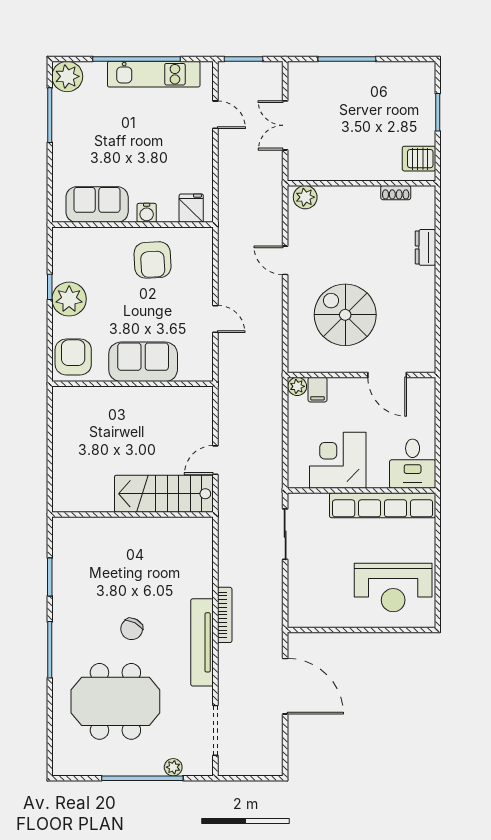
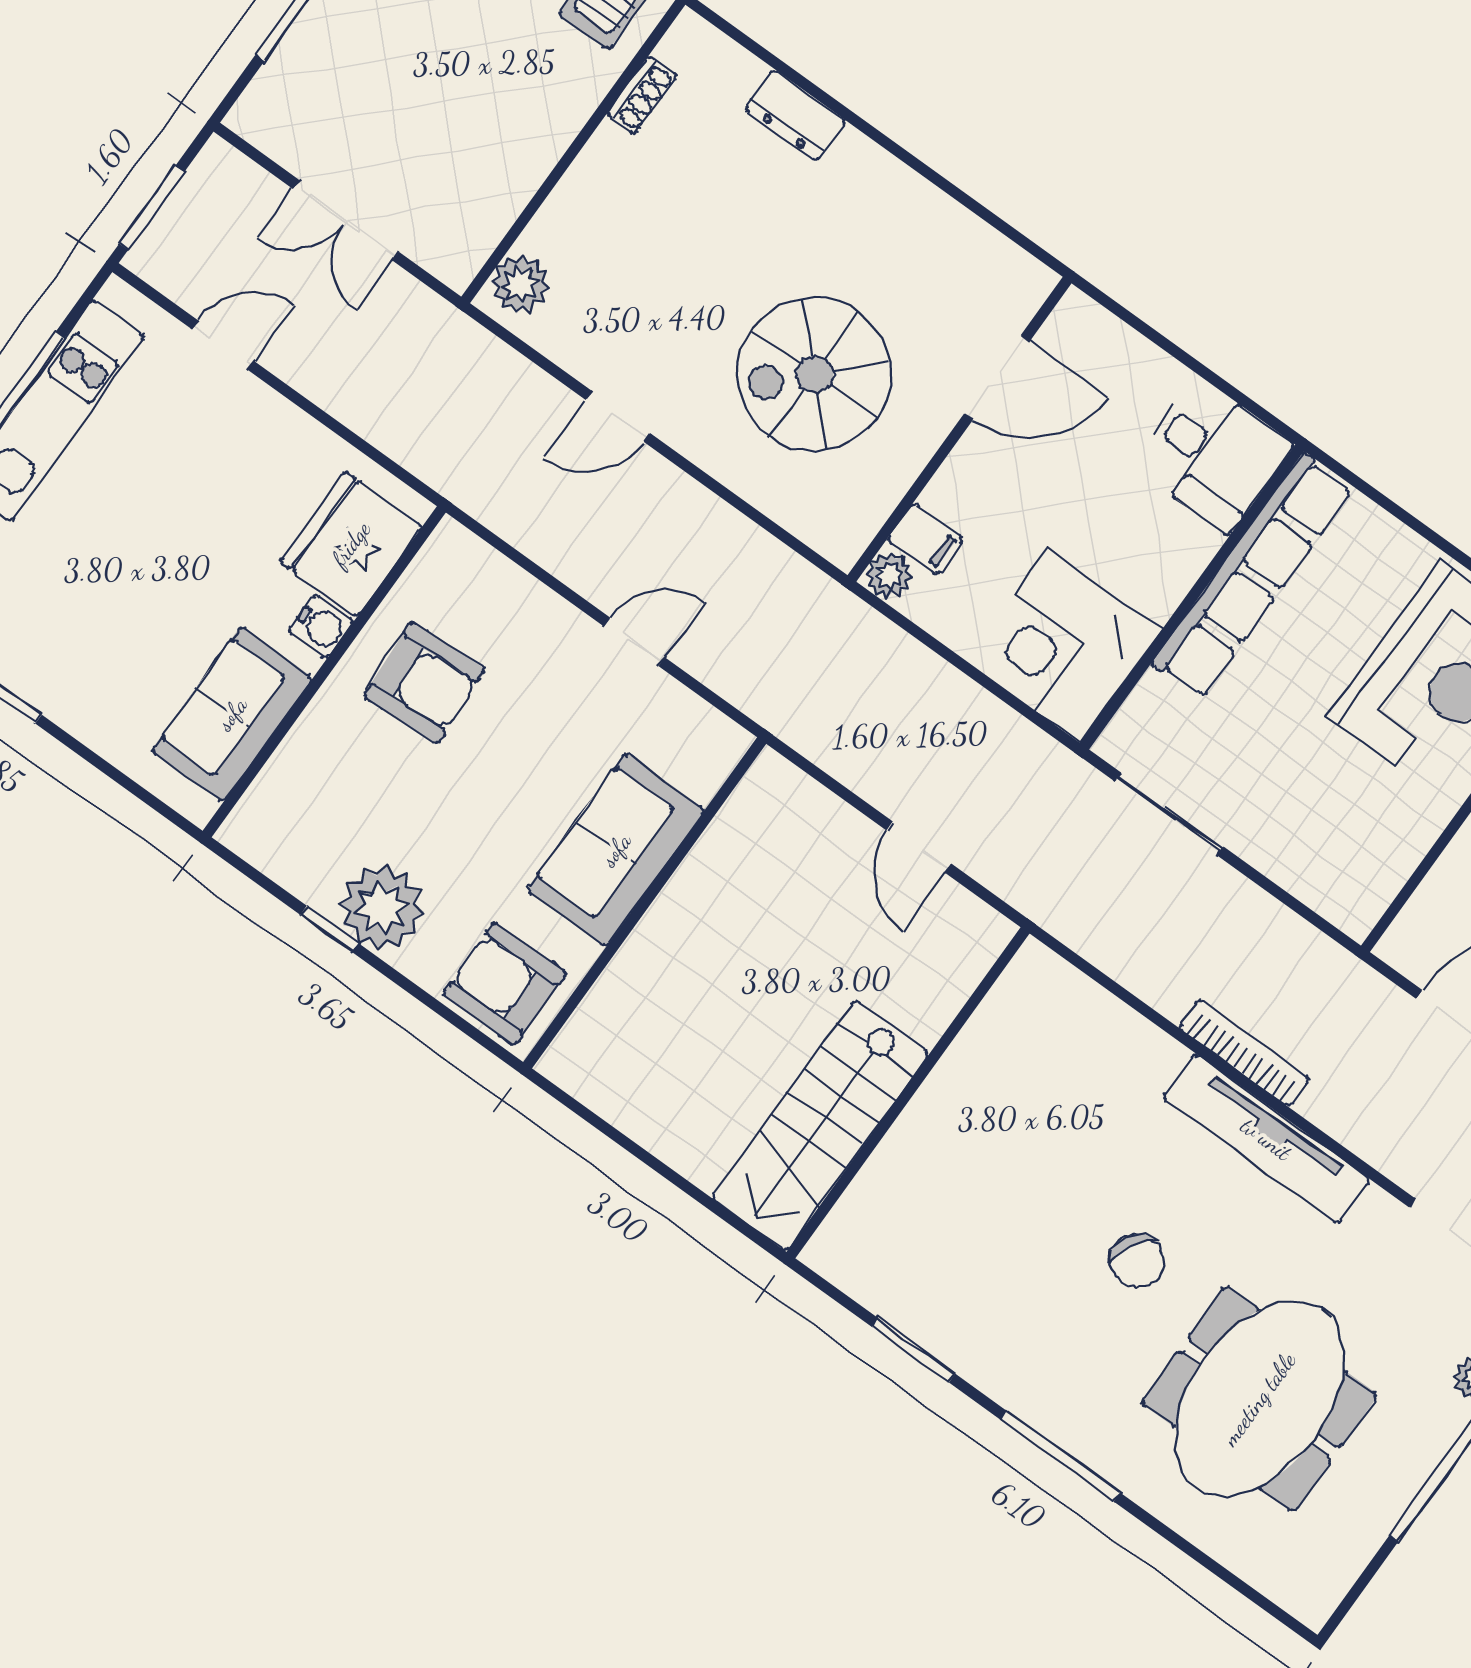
fridge: (191, 208) -> (351, 544), width x1.88, depth x1.34
corner desk: (338, 460) -> (1064, 646), moved
stairs: (164, 494) -> (821, 1126), moved

